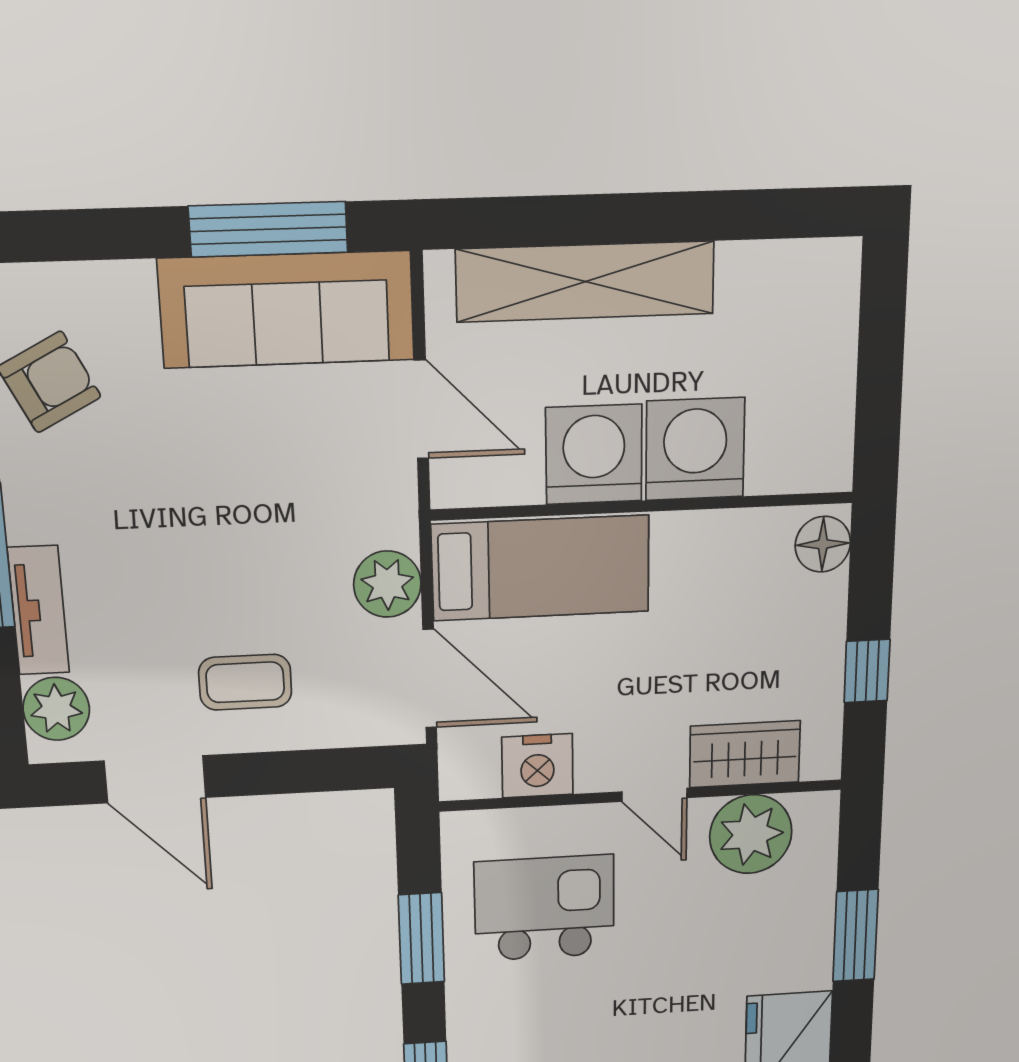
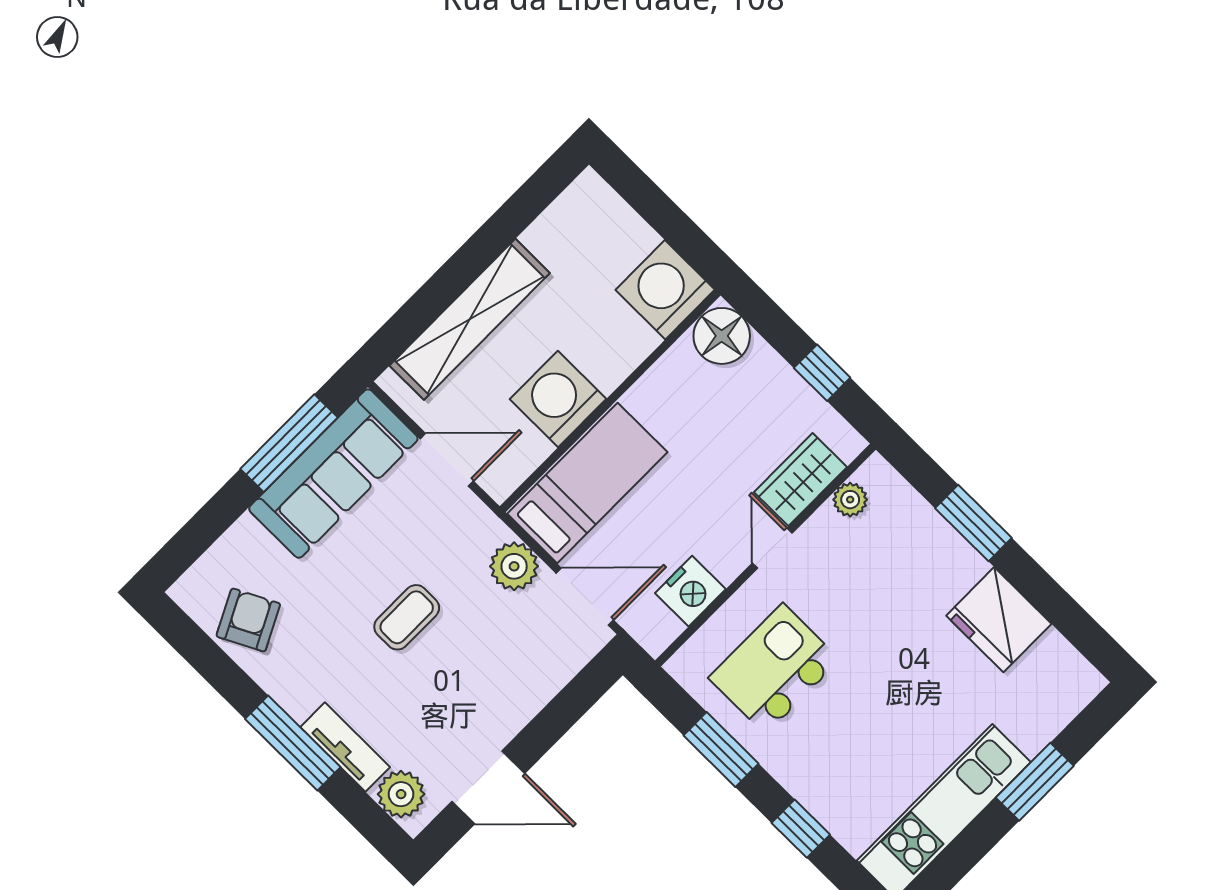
washing machine: (695, 449) -> (665, 290), moved
floor lamp: (823, 544) -> (722, 336), width x1.38, depth x1.38
coffee table: (245, 682) -> (407, 617), moved
door: (654, 795) -> (772, 548), swing flipped
plant: (751, 834) -> (850, 500), width x0.53, depth x0.53

